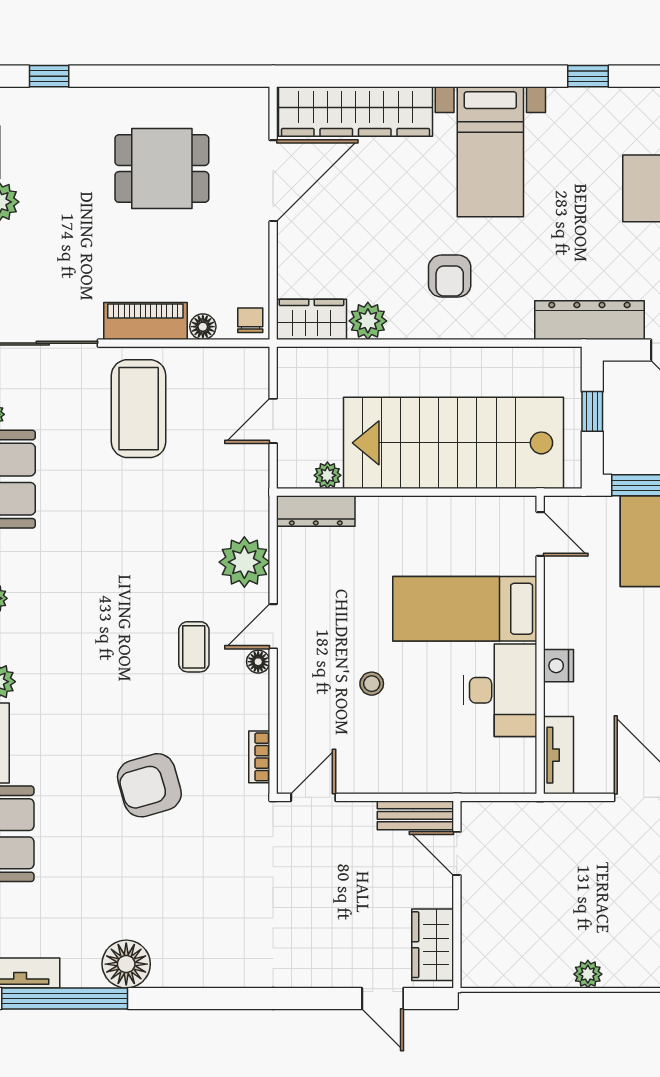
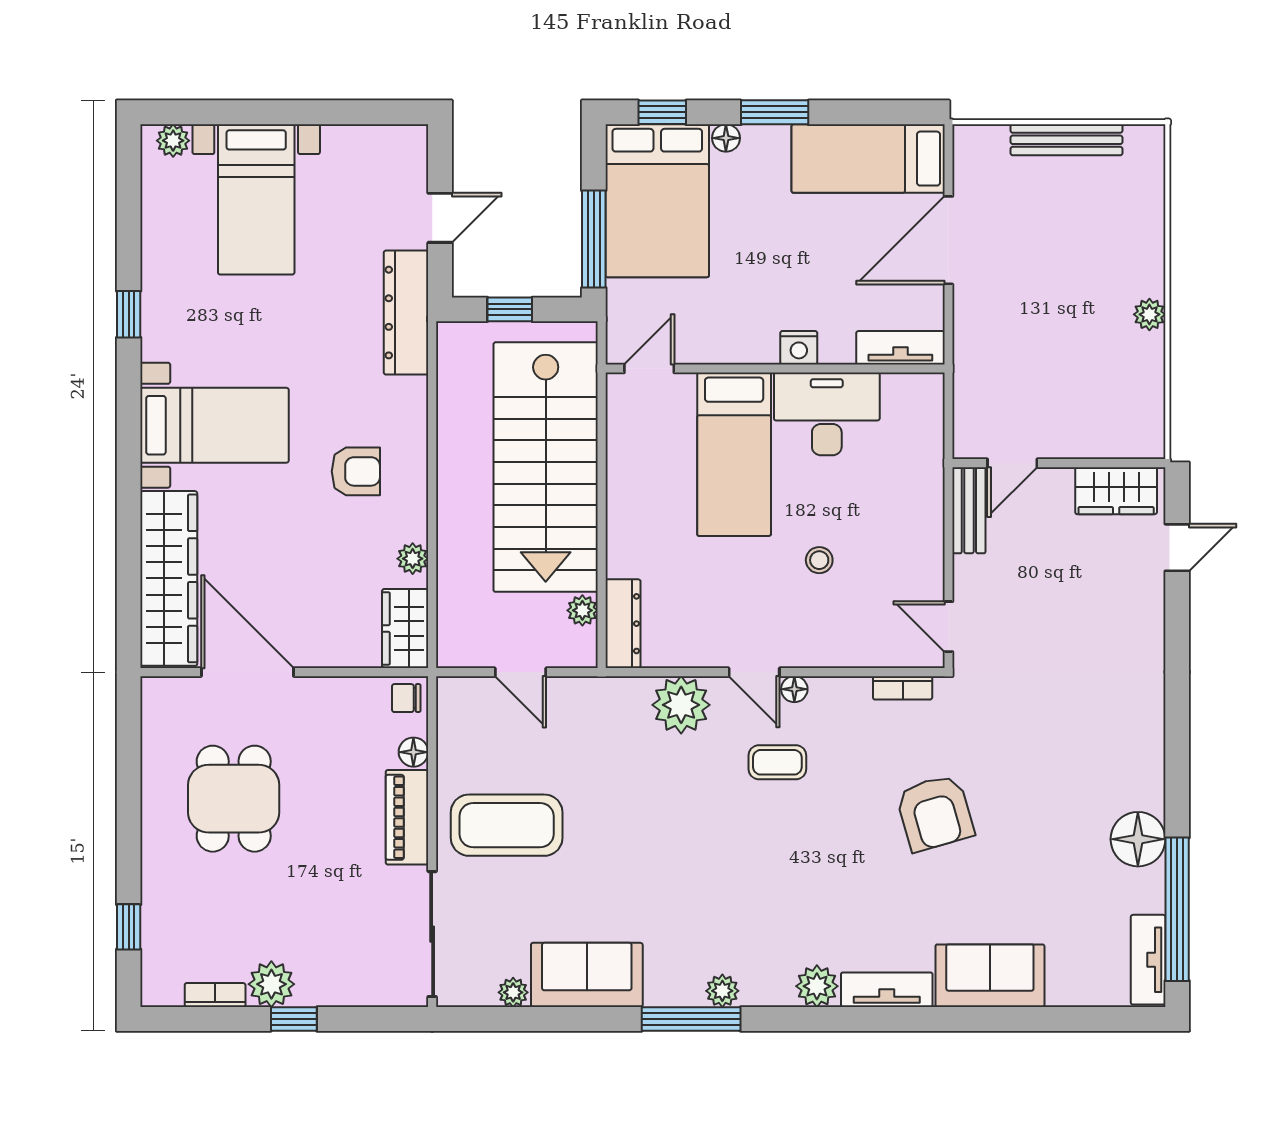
plant: (368, 321) -> (413, 559), width x0.73, depth x0.73

